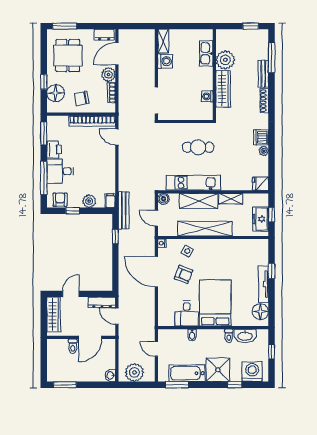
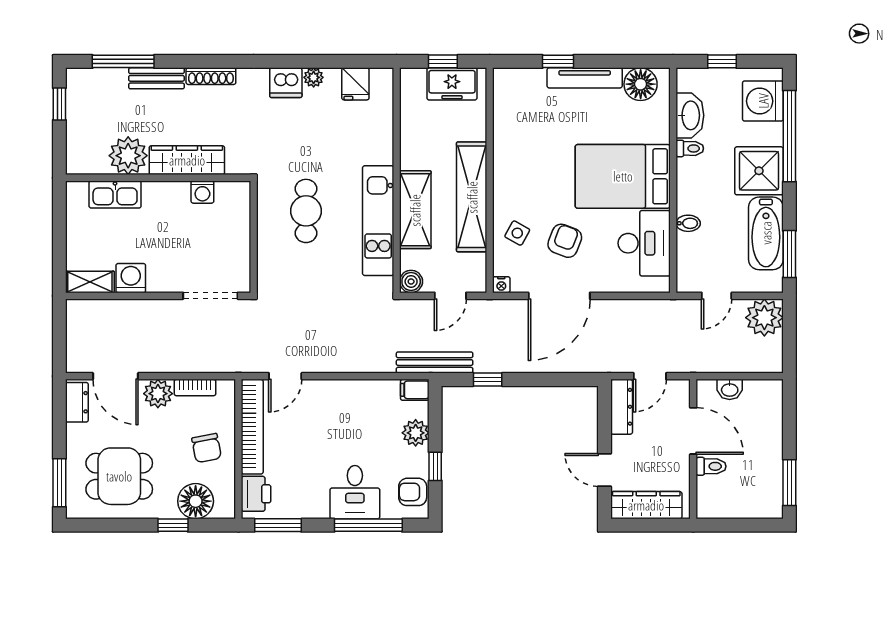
printer: (54, 149) -> (256, 494), moved, turned 90
fridge: (261, 184) -> (355, 84), moved
shelving: (231, 199) -> (411, 144), removed
desk: (187, 313) -> (644, 243), width x1.37
plant: (134, 372) -> (764, 318), moved
washbasin: (110, 375) -> (730, 389), moved
window: (235, 385) -> (789, 136), width x3.17

